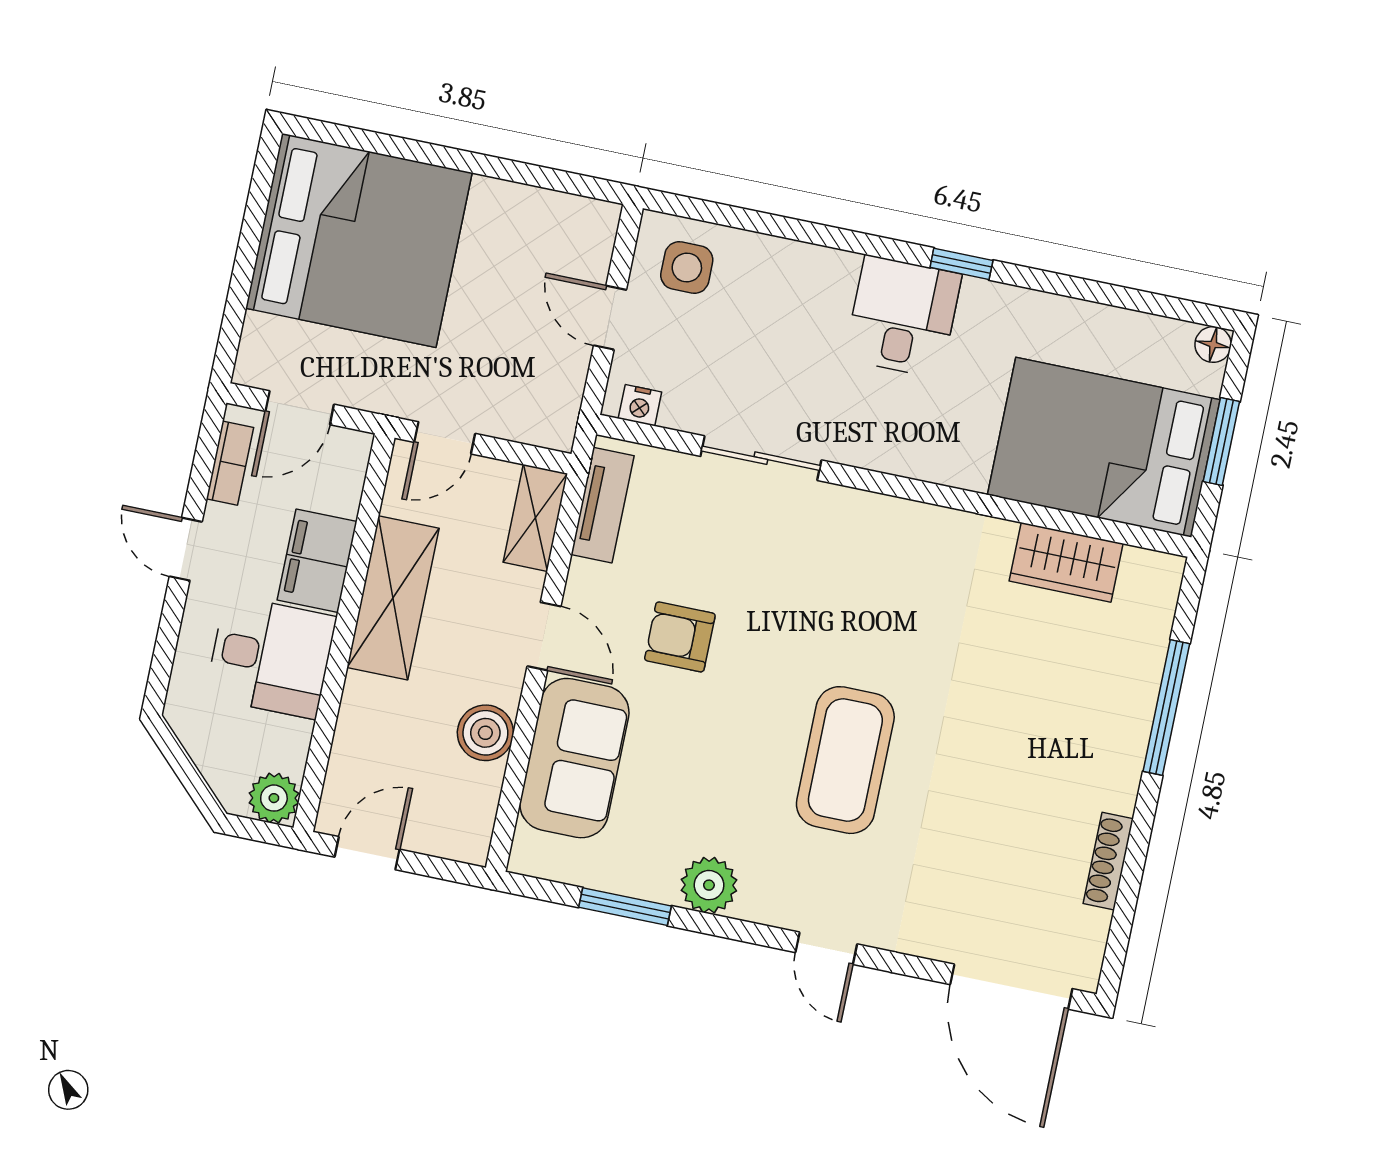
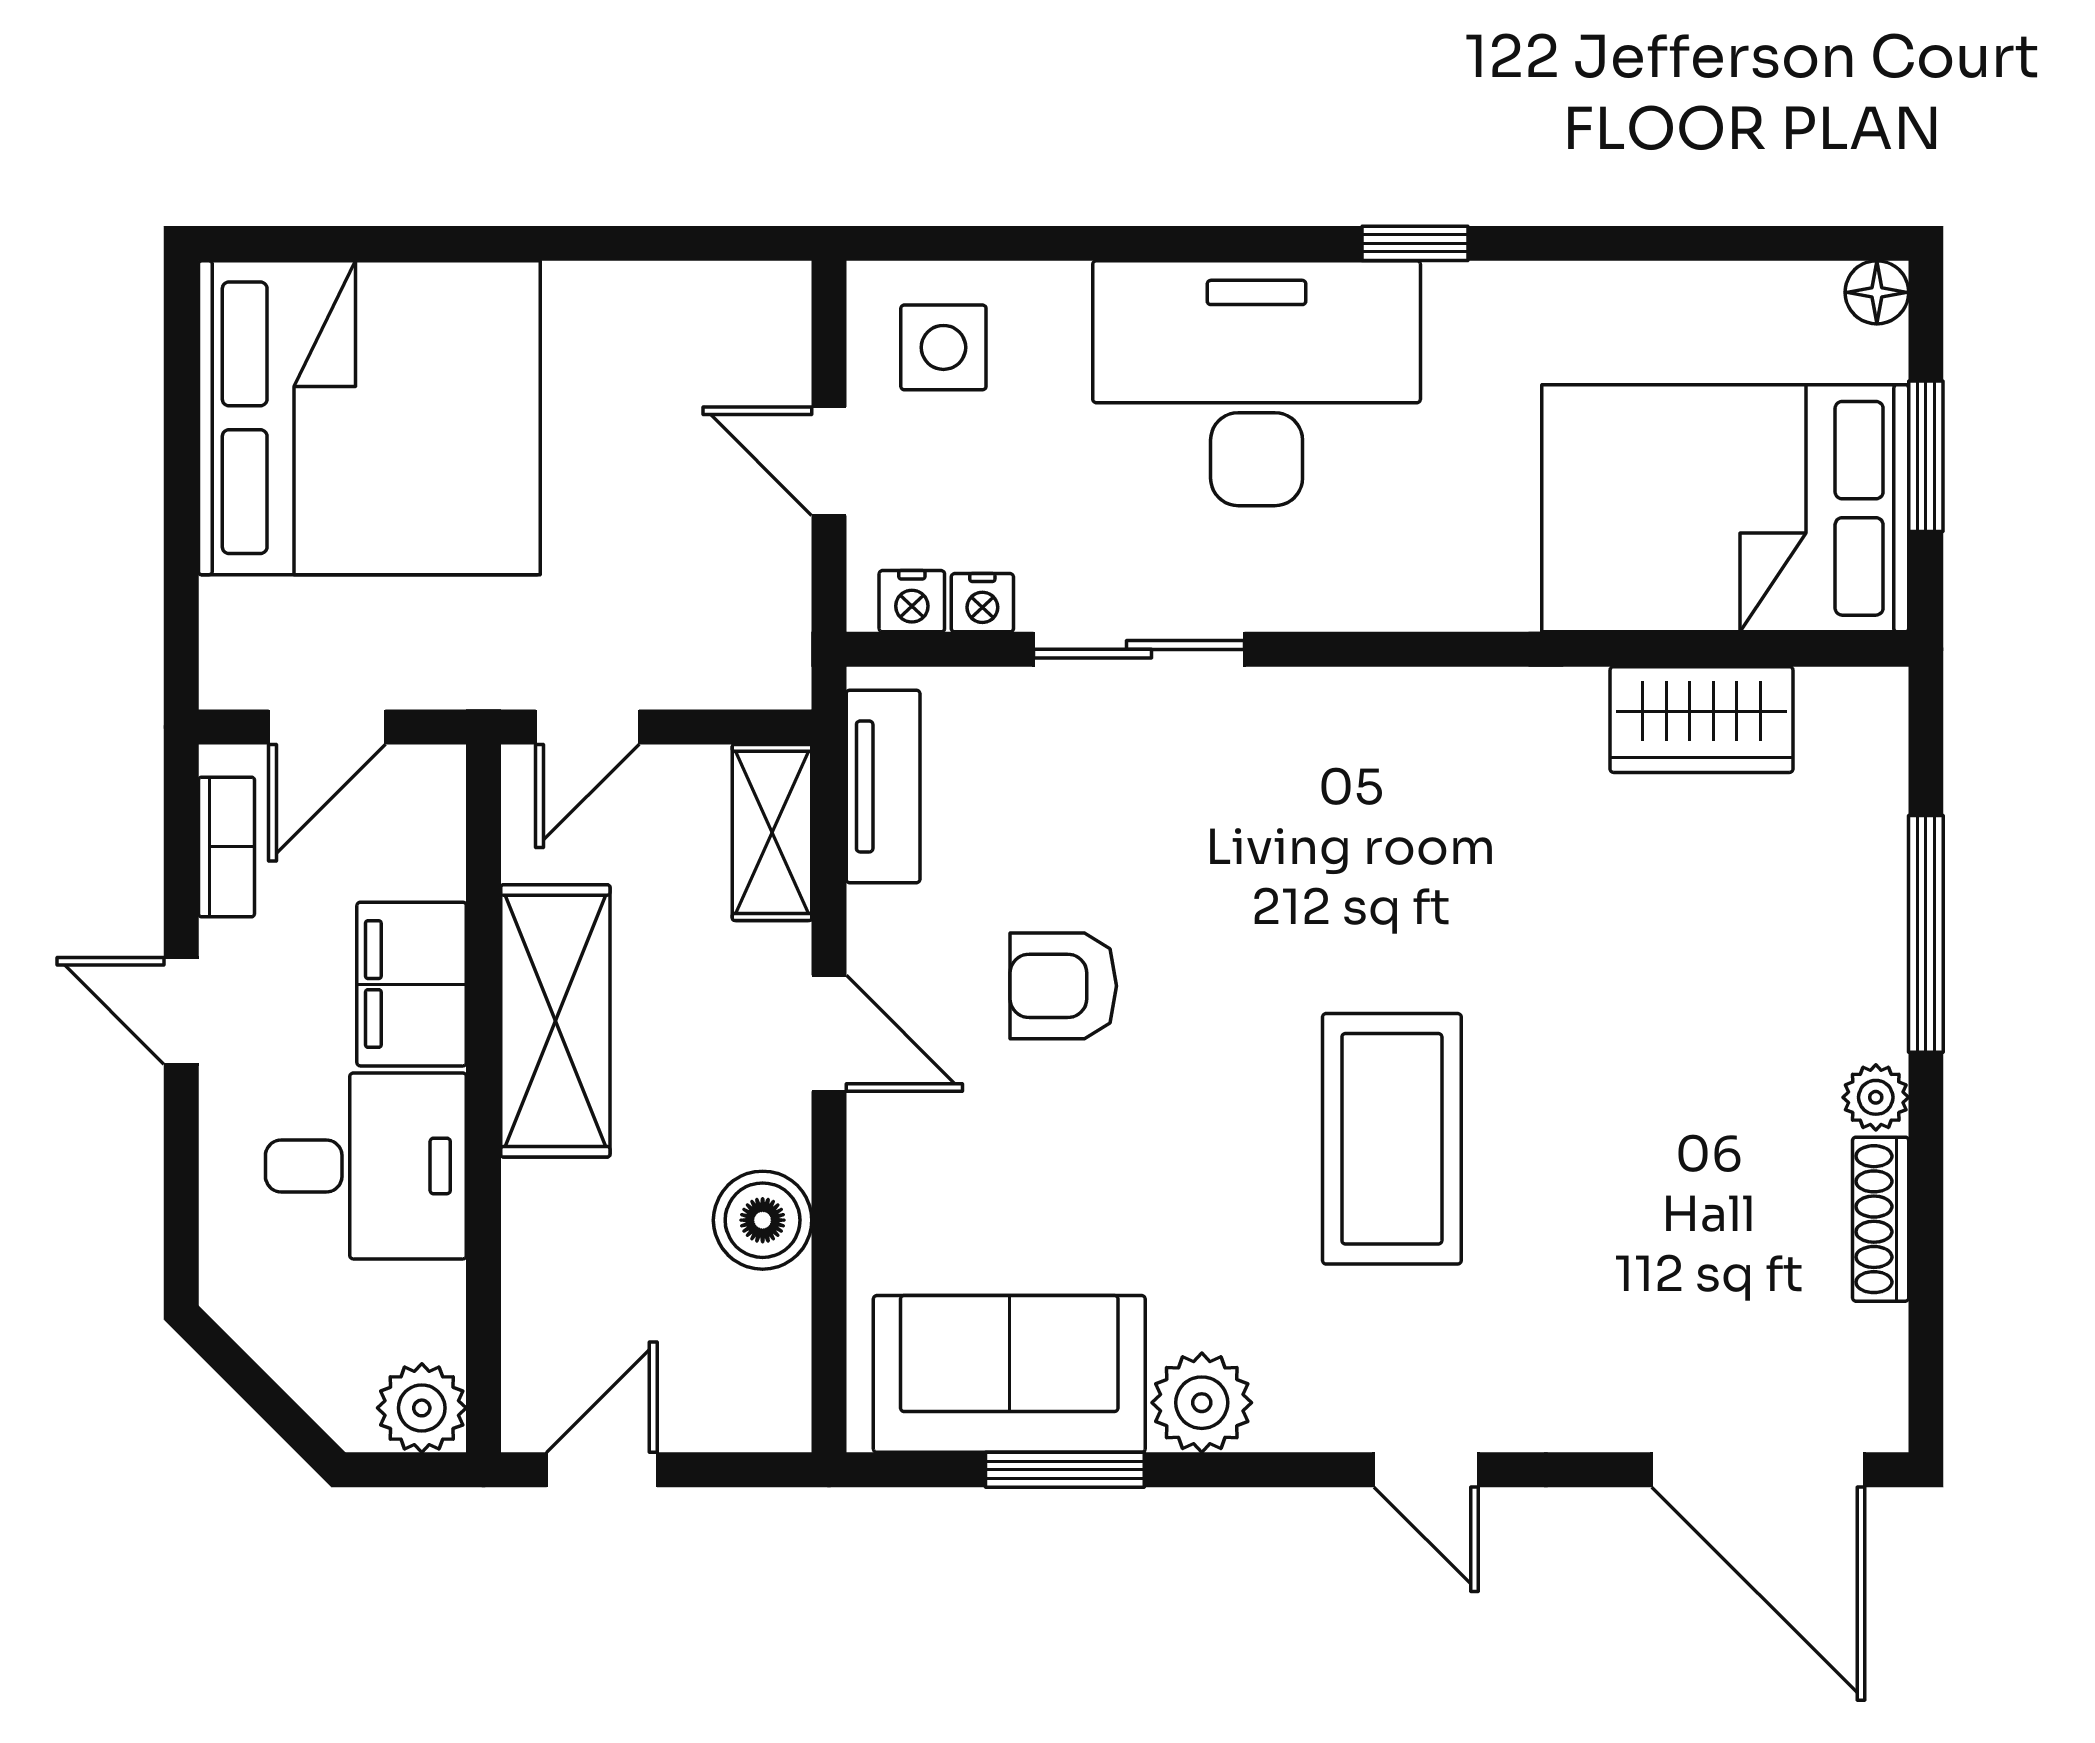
desk: (903, 317) -> (1257, 383), width x1.87, depth x1.30
nightstand: (679, 414) -> (982, 603), added
sofa: (574, 758) -> (1009, 1374), moved, turned -90
plant: (1120, 793) -> (1876, 1097), added

